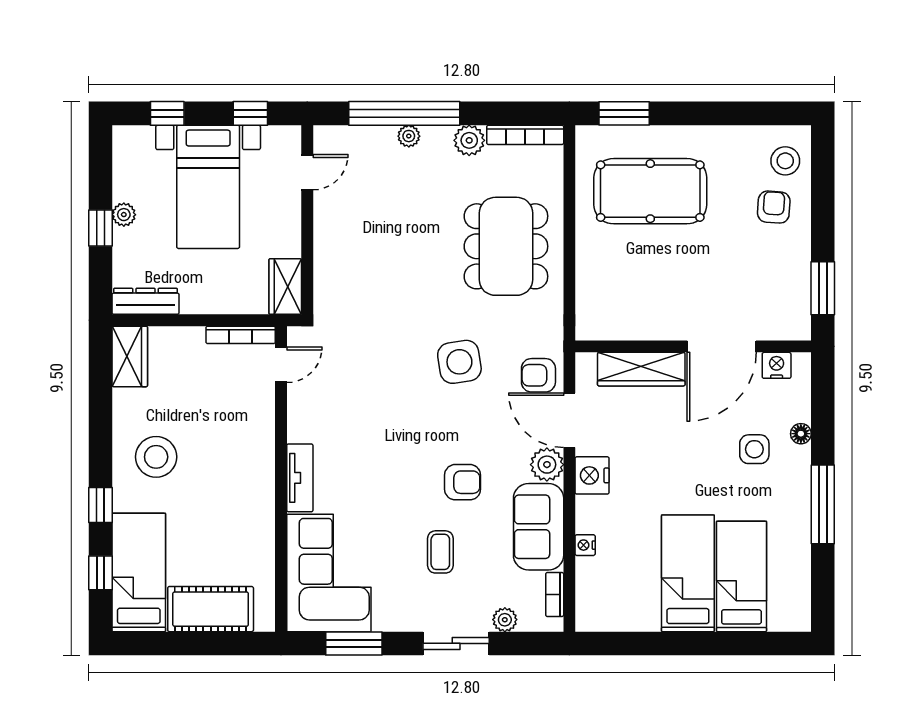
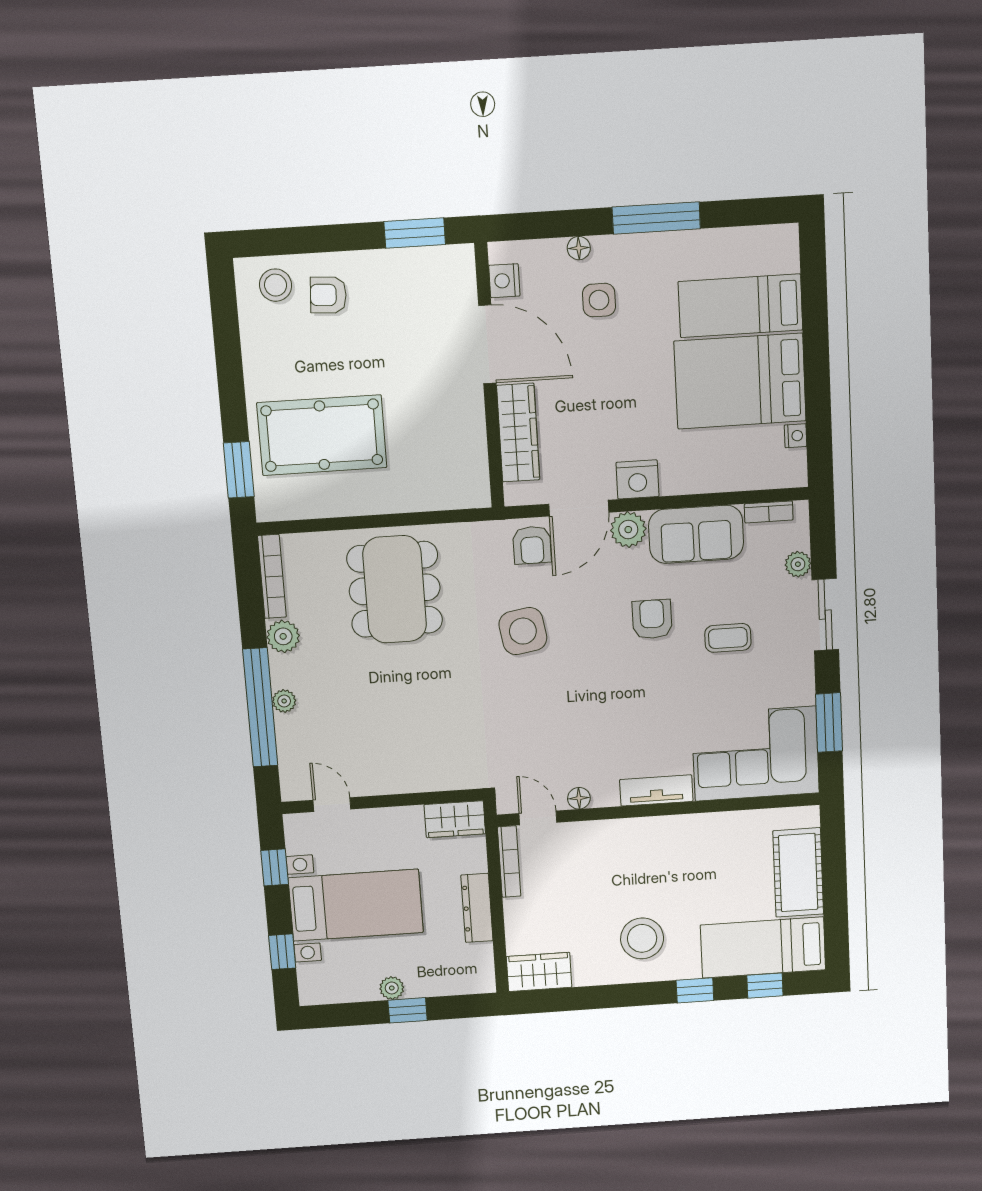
pool table: (650, 191) -> (322, 435), turned 90
dining table: (506, 246) -> (395, 589), turned 90
dresser: (145, 301) -> (477, 908), moved
floor lamp: (297, 404) -> (579, 798), added
nightstand: (585, 545) -> (796, 436), moved, turned -90
bed: (688, 573) -> (740, 381), width x1.50

